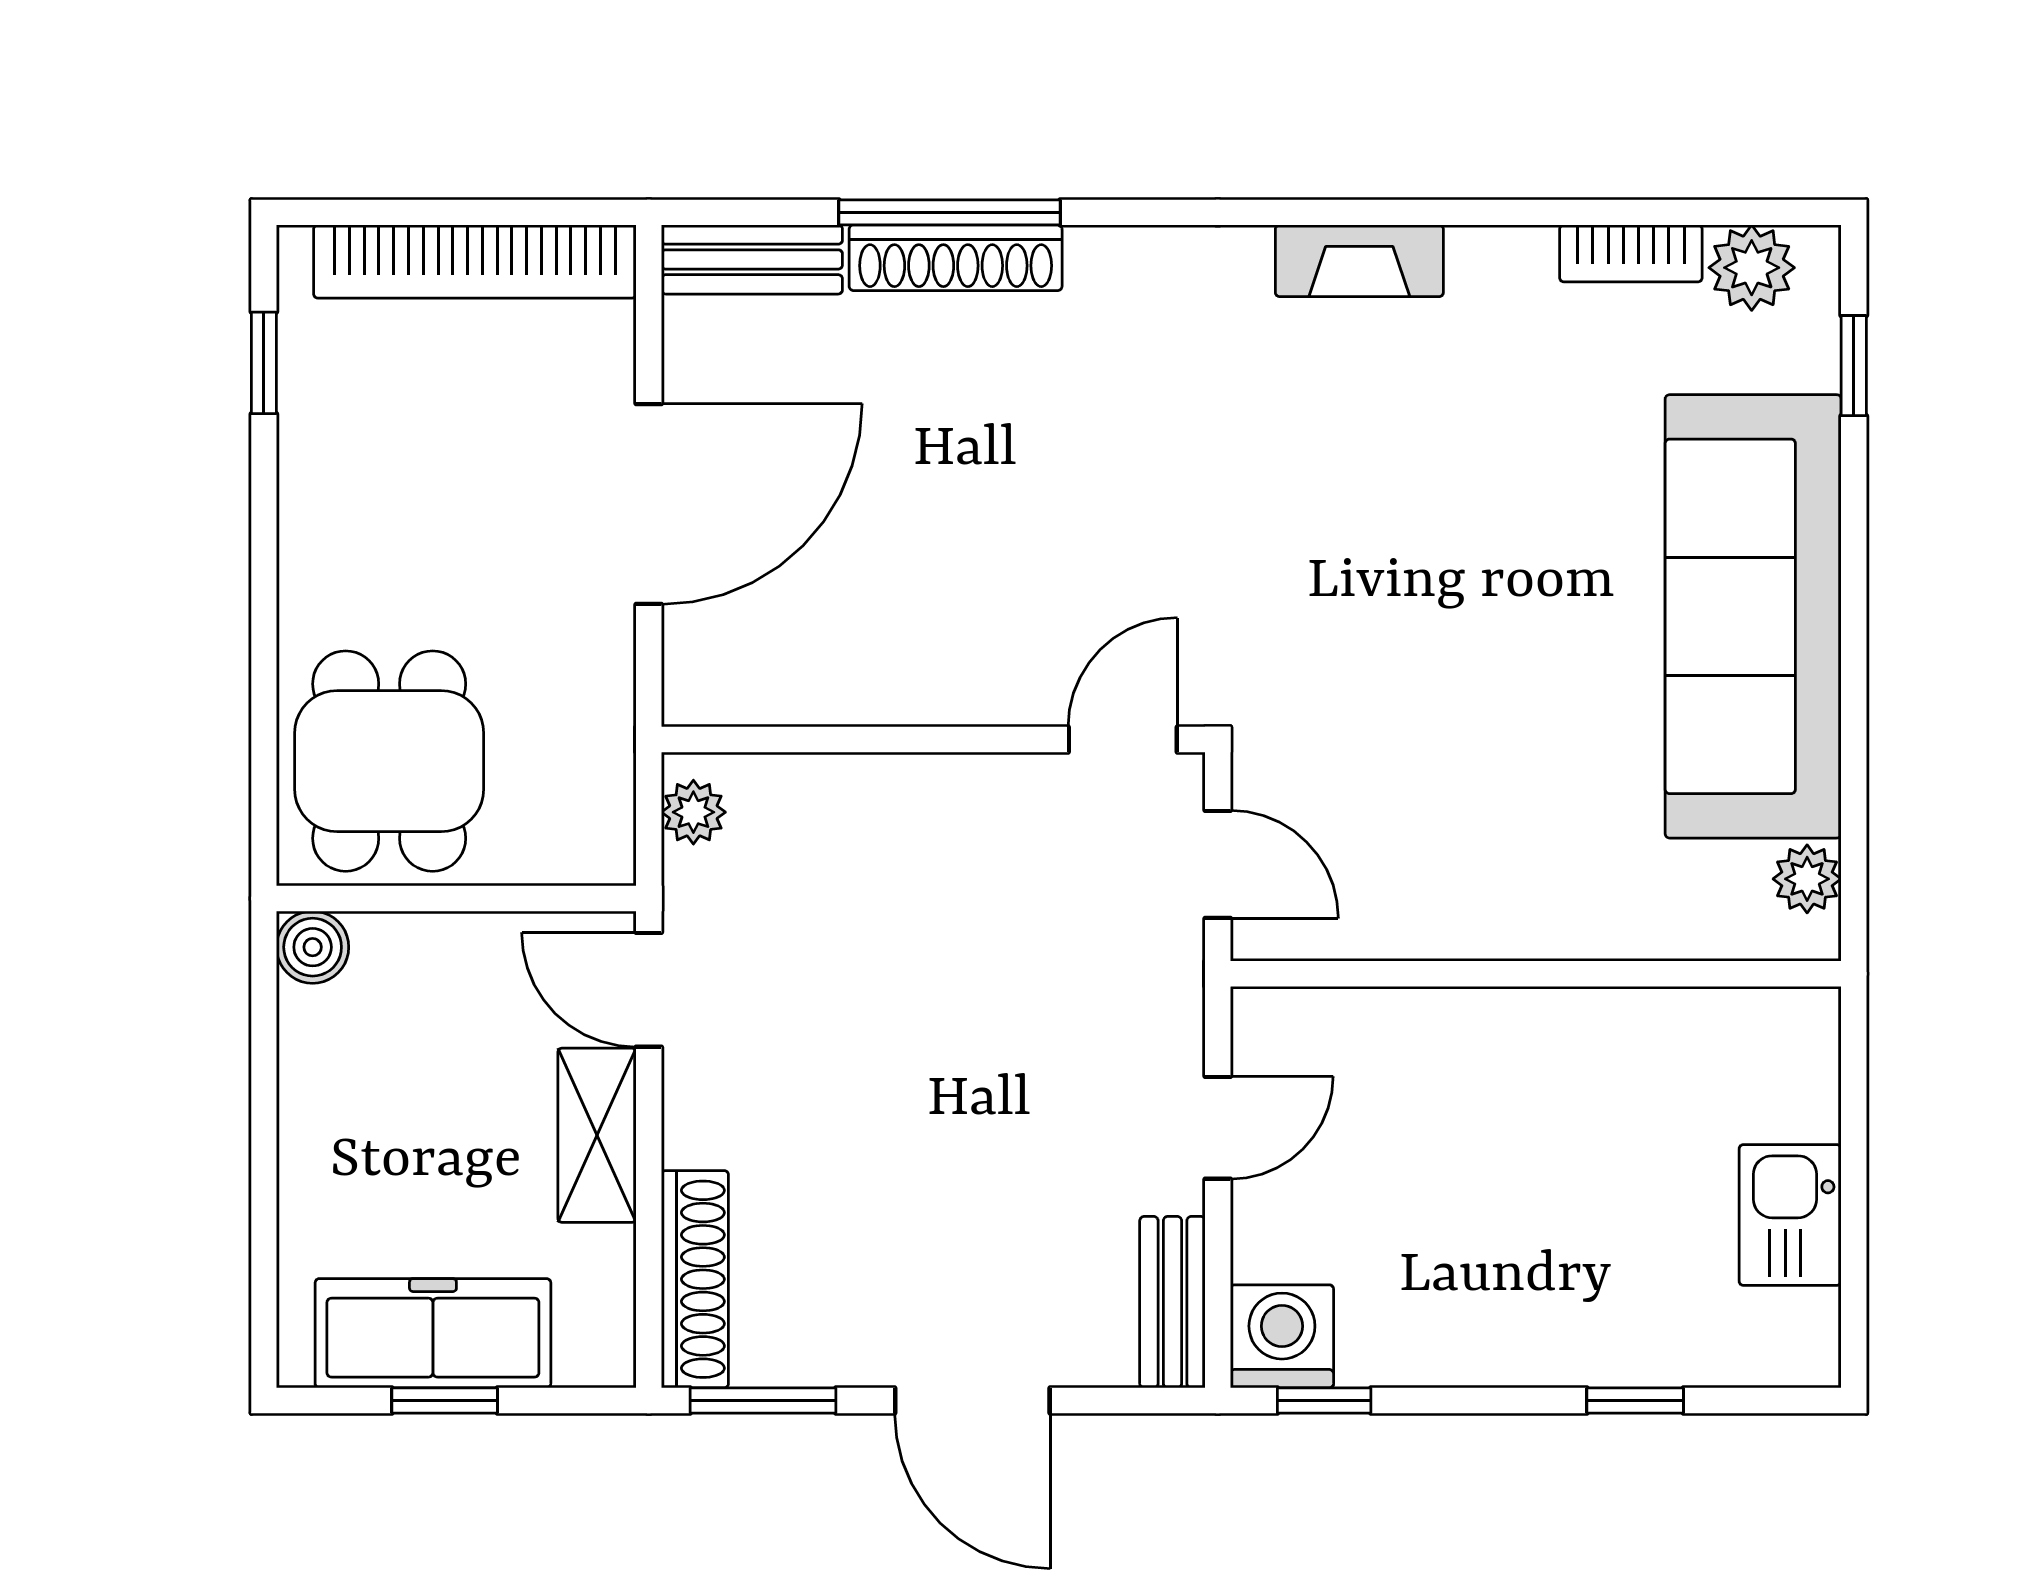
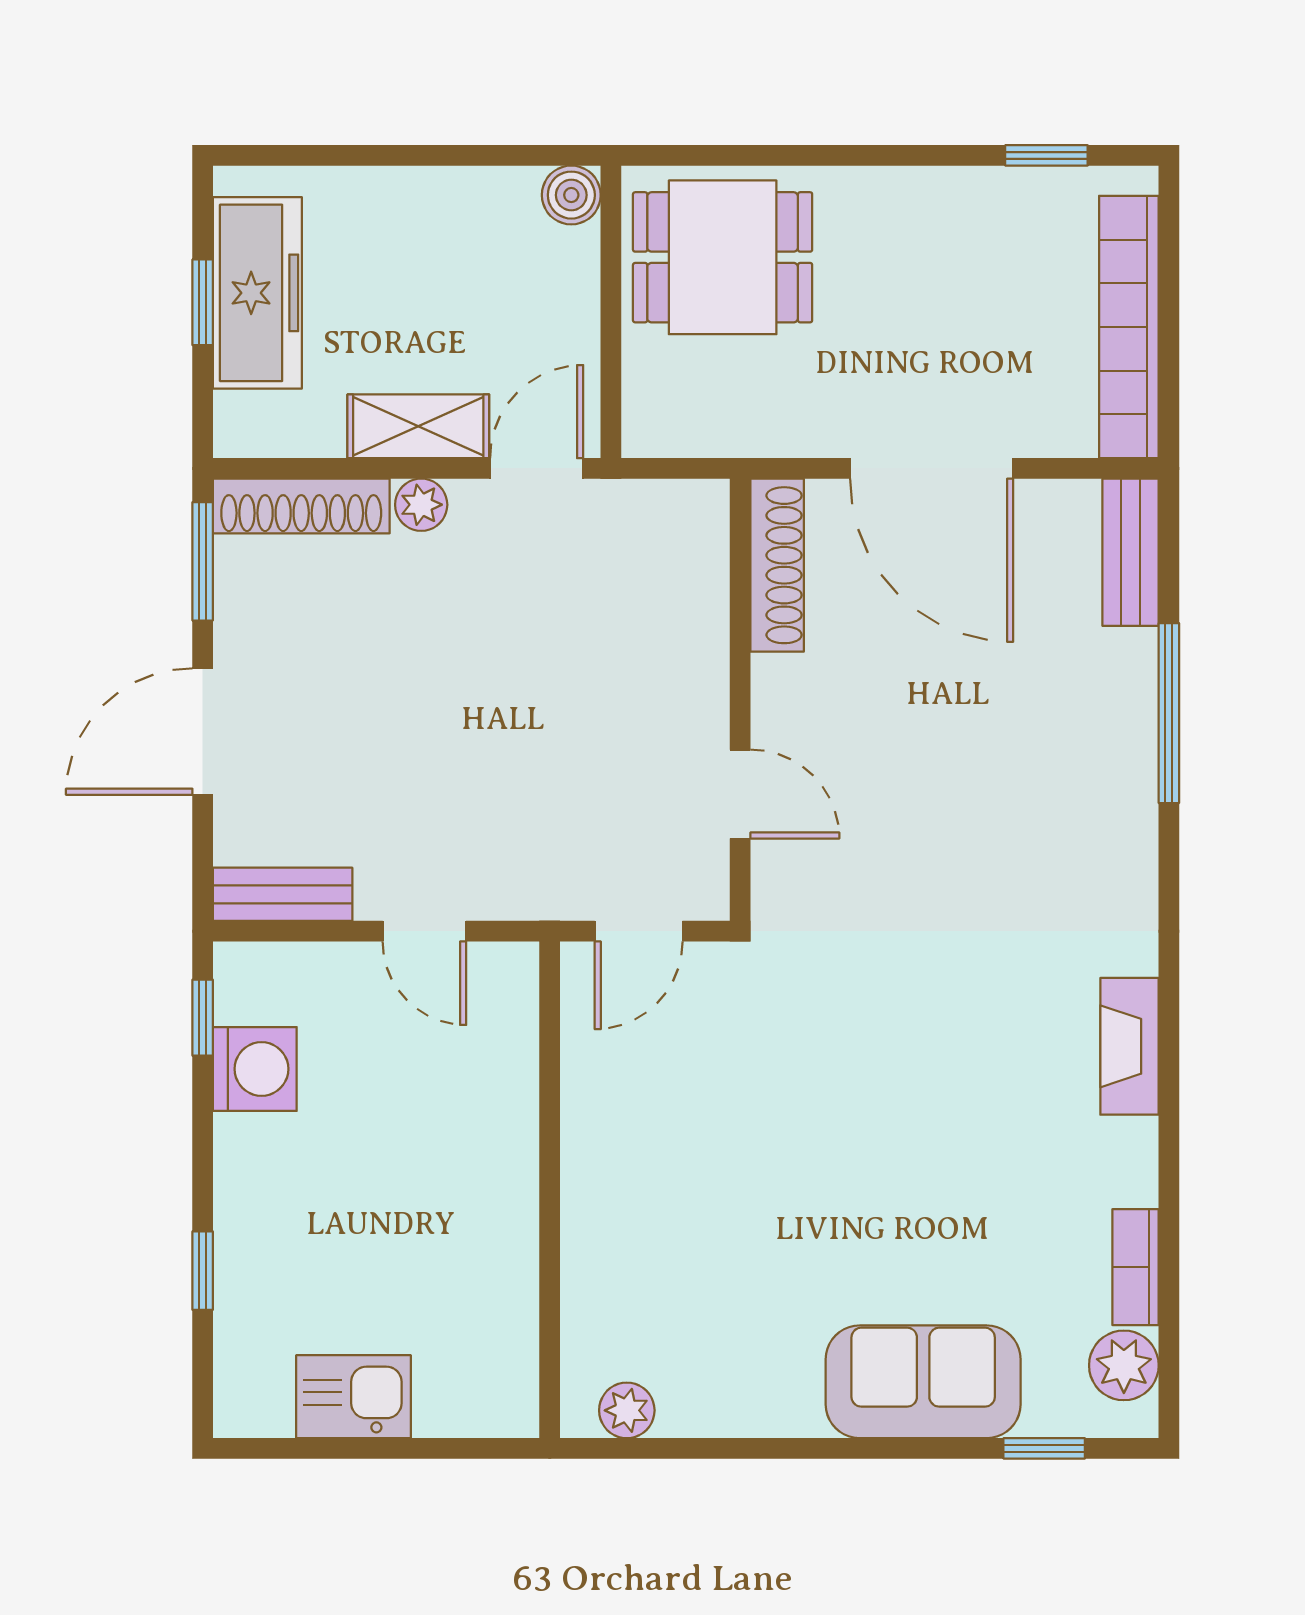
shoe rack: (956, 258) -> (777, 565), moved, turned 180
sofa: (1753, 616) -> (923, 1382), width x0.54, depth x0.79
door: (1123, 739) -> (740, 794), moved
plant: (693, 812) -> (421, 505), moved
washing machine: (1282, 1336) -> (255, 1069), moved

